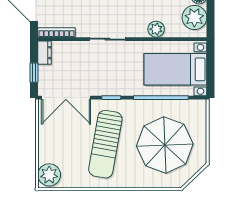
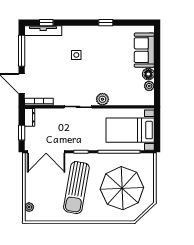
plant: (194, 18) -> (149, 86), width x0.53, depth x0.53
plant: (156, 29) -> (102, 99), moved
plant: (49, 175) -> (29, 207), width x0.53, depth x0.53

